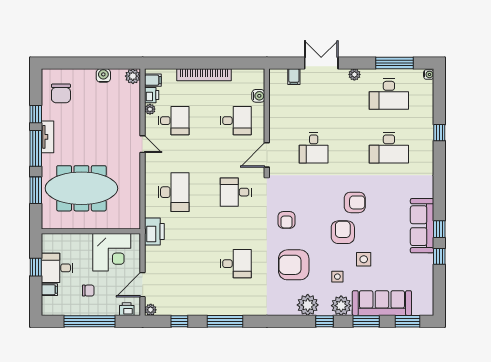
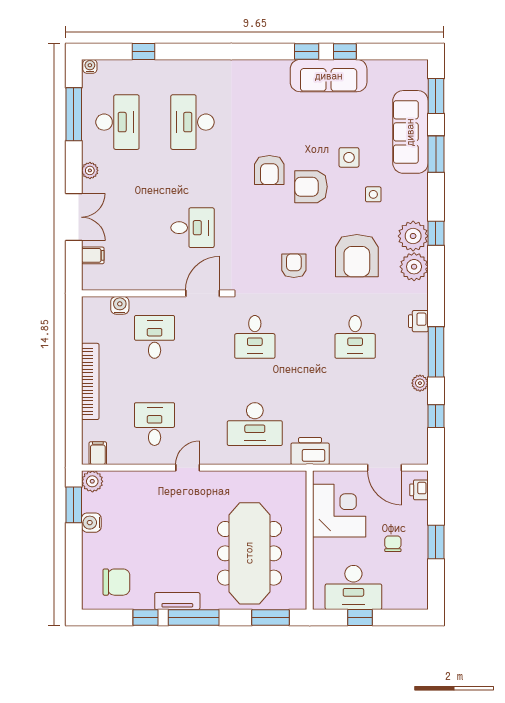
window: (116, 63) -> (74, 505), added
double door: (321, 63) -> (74, 217), swing flipped
printer: (152, 95) -> (418, 321), moved, turned -90
plant: (150, 109) -> (139, 457), removed
window: (439, 133) -> (143, 52), moved
desk: (389, 148) -> (193, 122), turned 180
door: (267, 155) -> (203, 293), swing flipped
window: (36, 190) -> (271, 617), moved
desk: (174, 192) -> (255, 424), turned 180
armchair: (355, 202) -> (269, 170), turned 180
armchair: (287, 220) -> (294, 266), turned -90
sofa: (422, 226) -> (329, 76), moved
desk: (236, 264) -> (355, 337), turned 180
desk: (57, 268) -> (353, 587), width x1.37
filing cabinet: (49, 290) -> (392, 598), removed
plant: (341, 306) -> (414, 267), moved
plant: (151, 310) -> (420, 383), moved
window: (90, 321) -> (436, 542), width x0.47
window: (324, 321) -> (436, 233), moved

